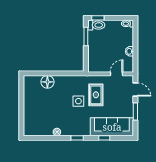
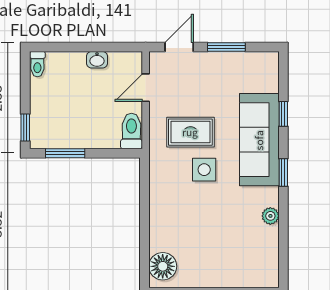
toilet: (96, 25) -> (131, 131), moved
door: (116, 74) -> (146, 88), hinge flipped
floor lamp: (47, 82) -> (163, 266), moved
sofa: (112, 127) -> (259, 140), moved

